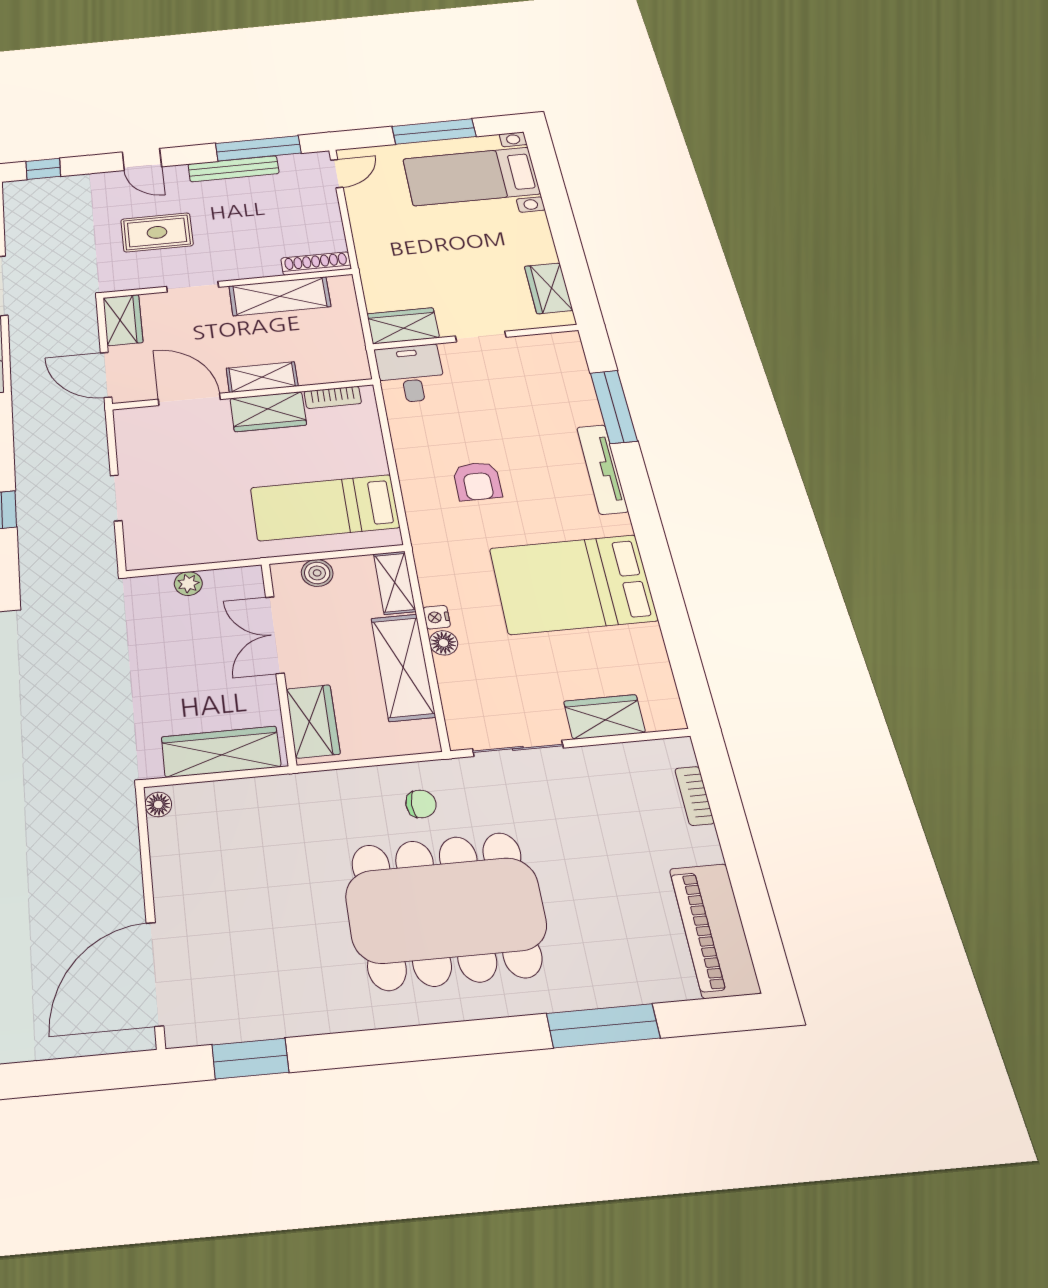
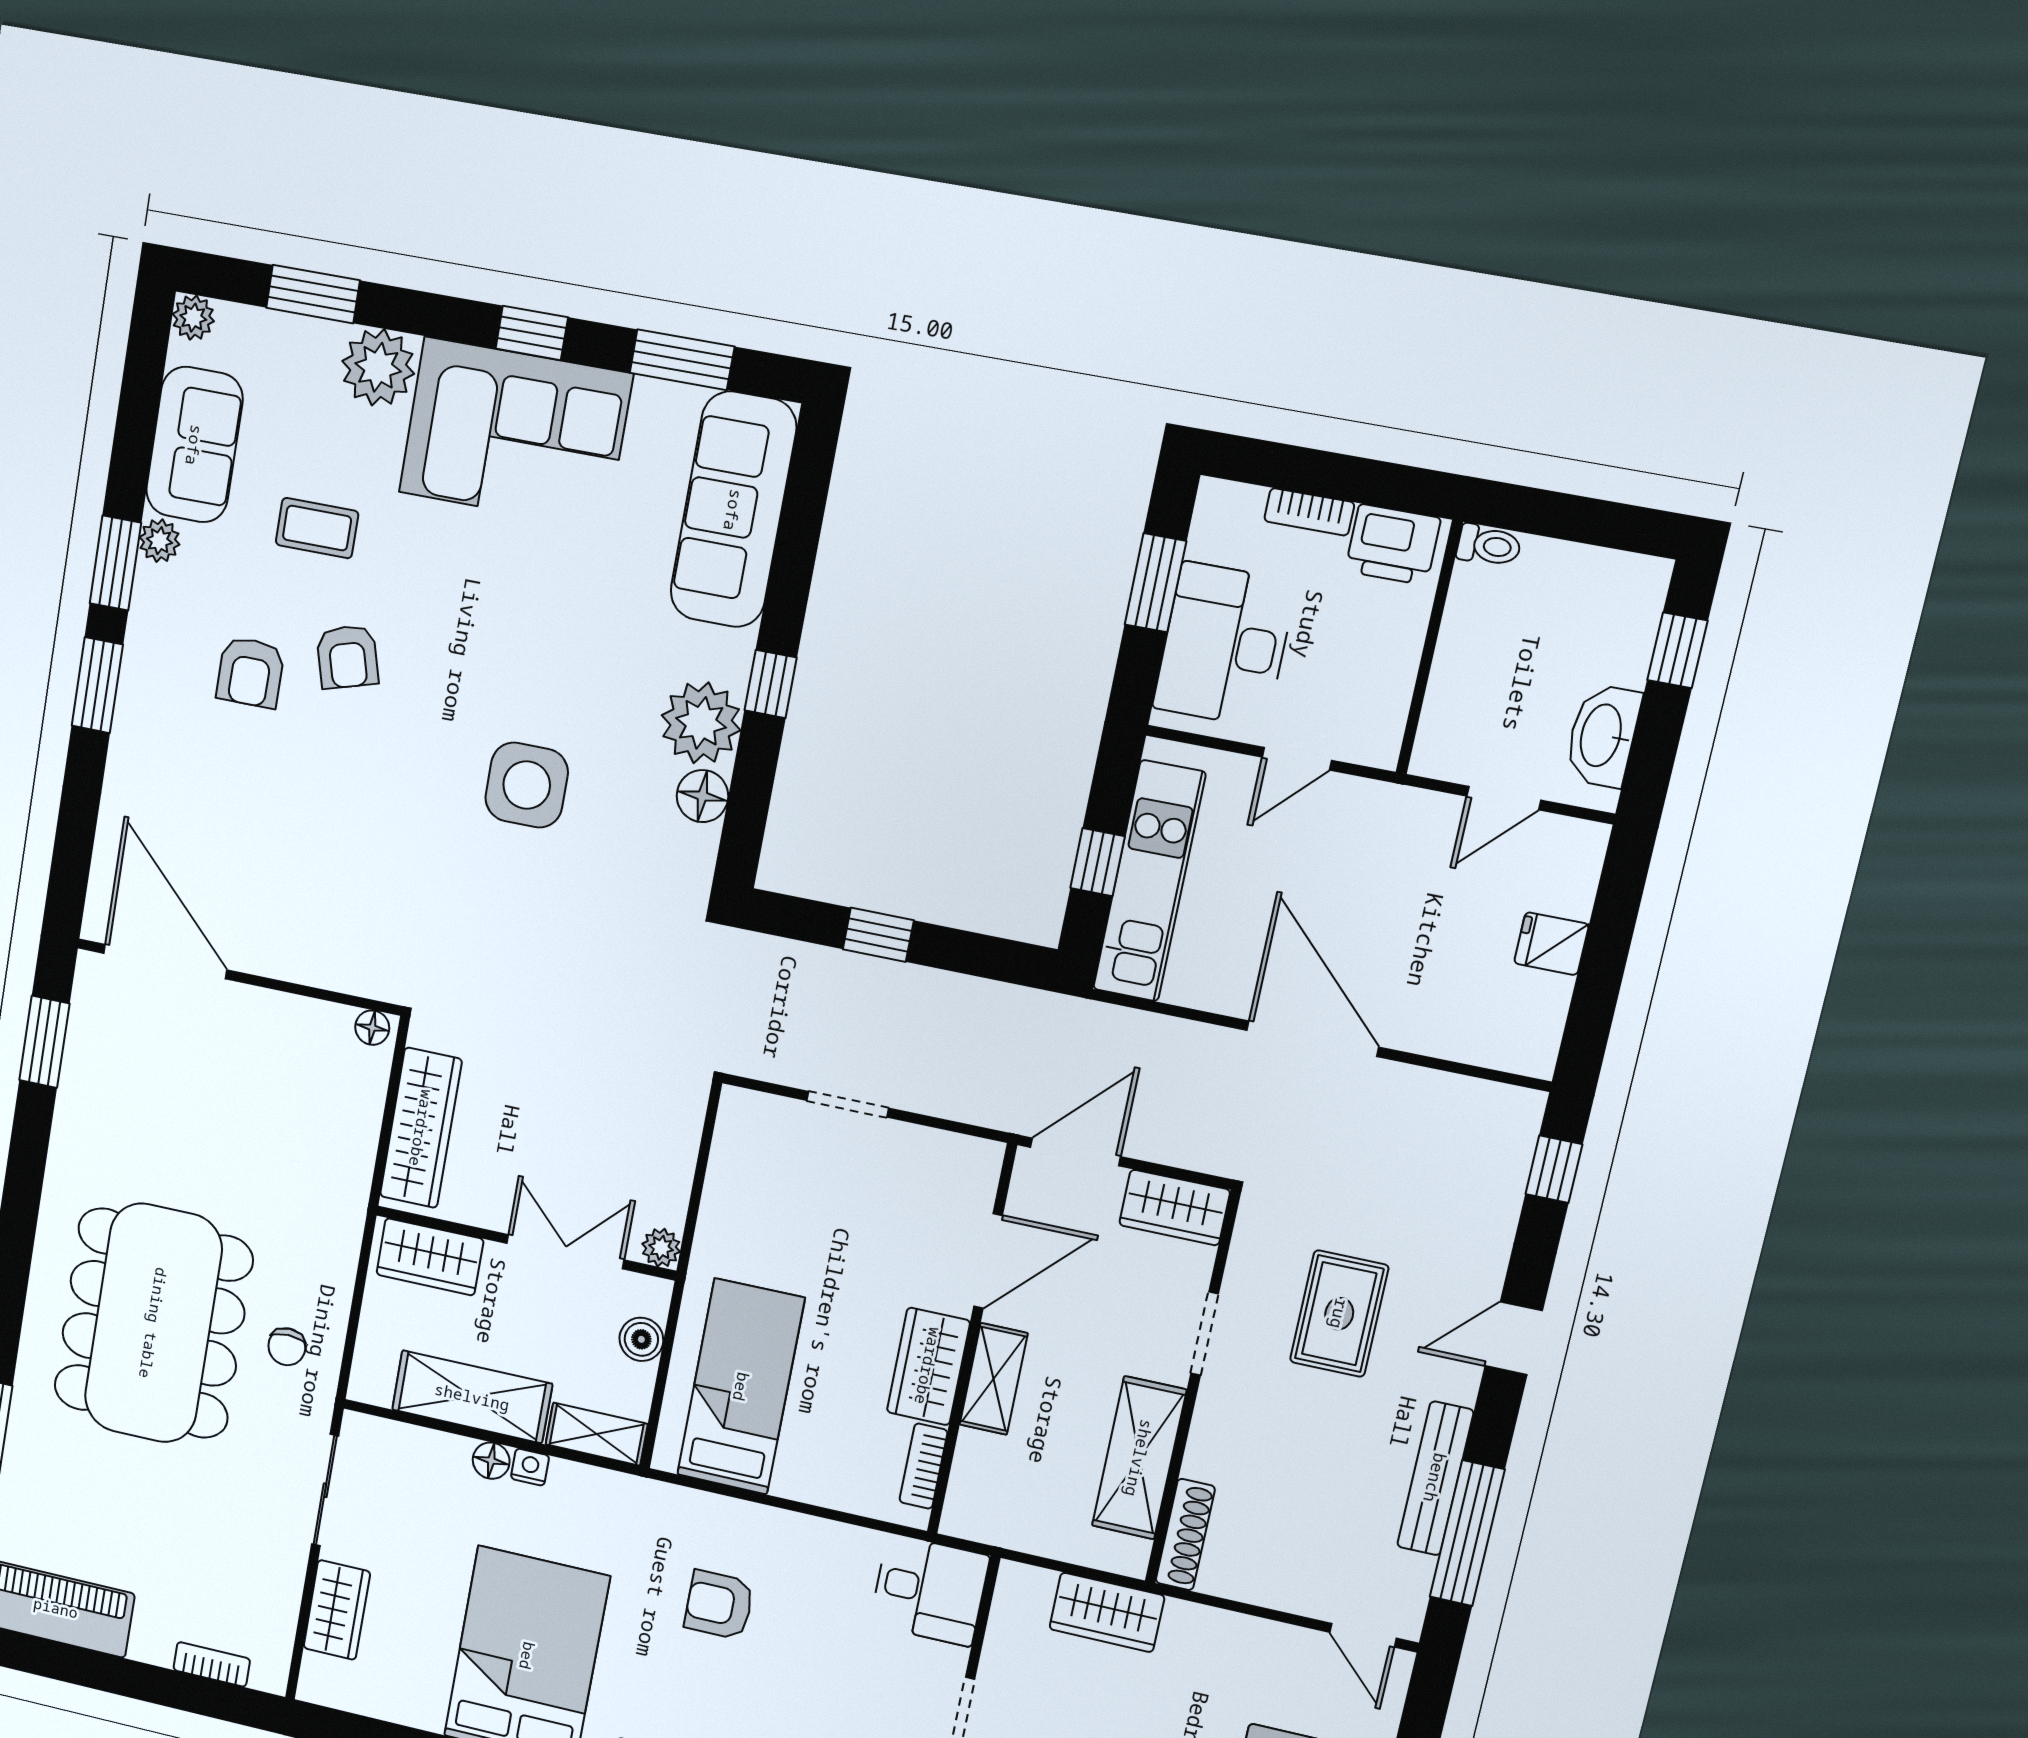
wardrobe: (403, 326) -> (1107, 1612), moved, turned 90
plant: (188, 584) -> (661, 1248), moved

